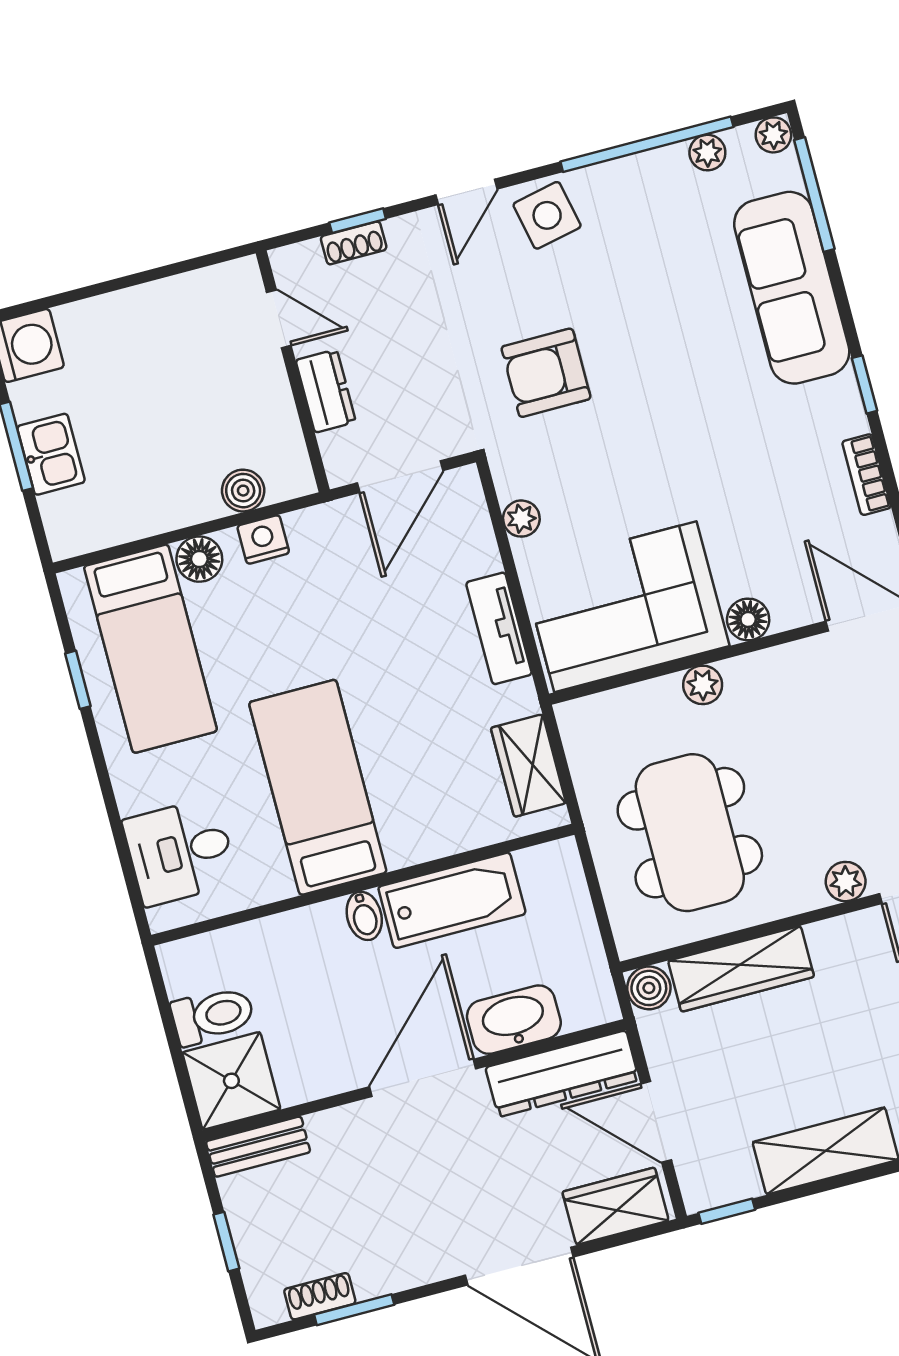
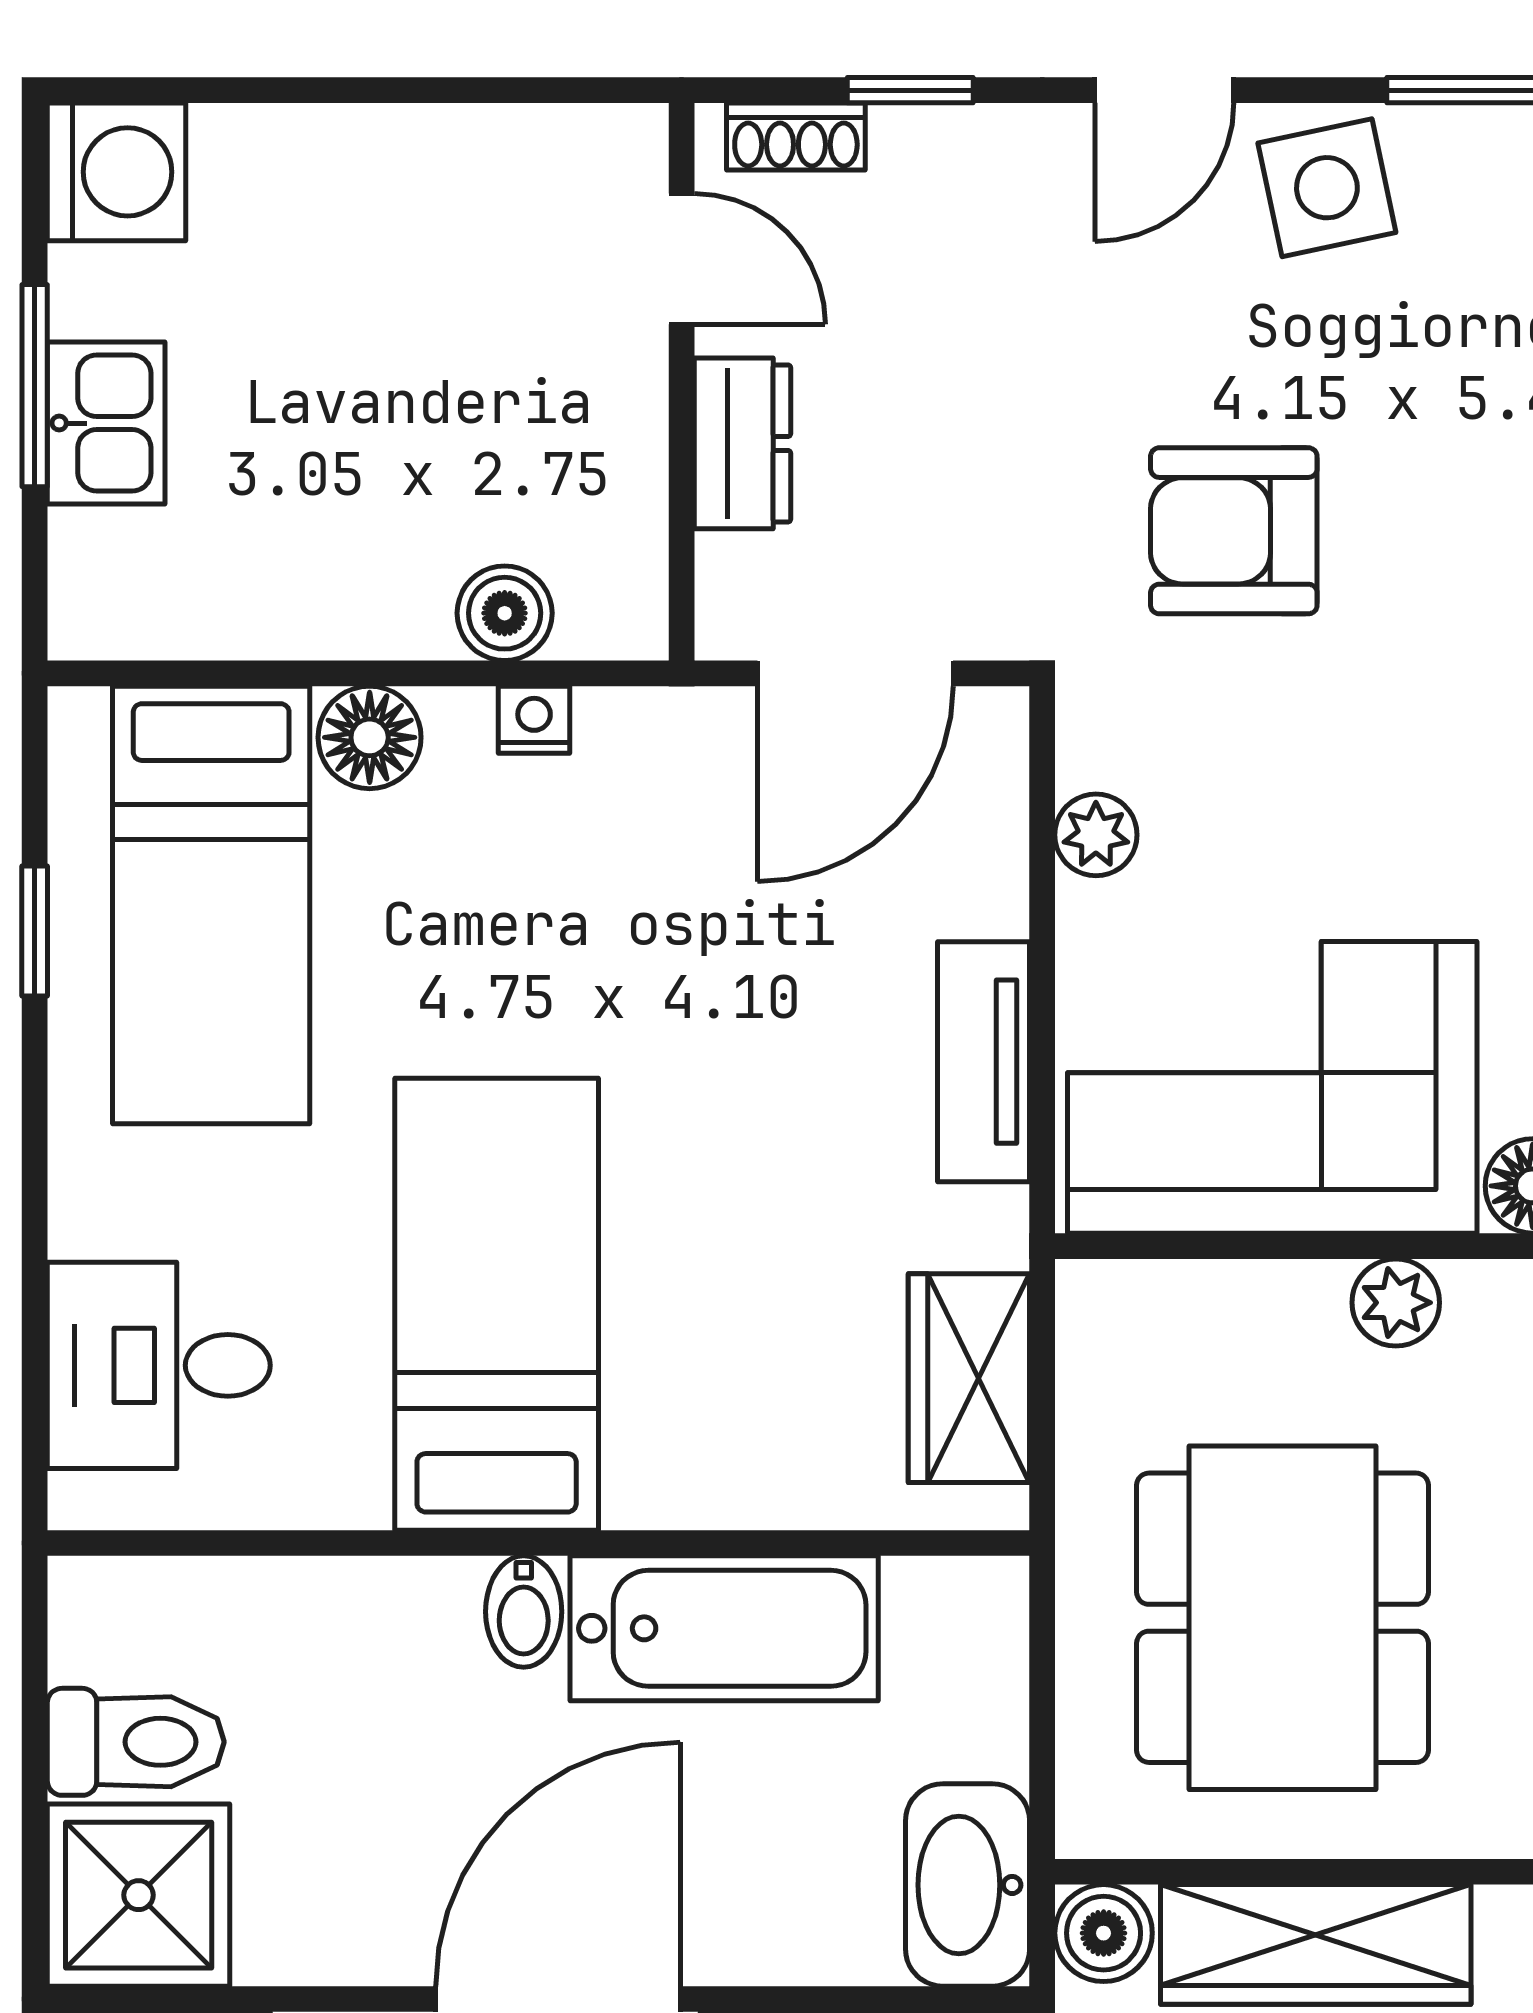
shoe rack: (354, 243) -> (796, 136), moved
nightstand: (263, 539) -> (534, 720), width x0.72, depth x0.74
washbasin: (514, 1020) -> (968, 1885), moved, turned -90

